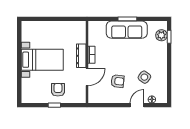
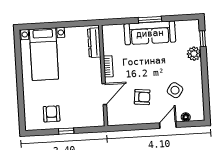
plant: (161, 35) -> (194, 54), moved
dresser: (81, 56) -> (94, 43), moved
bed with nightstands: (42, 60) -> (44, 54), moved, turned 90
armchair: (58, 90) -> (52, 114), moved

